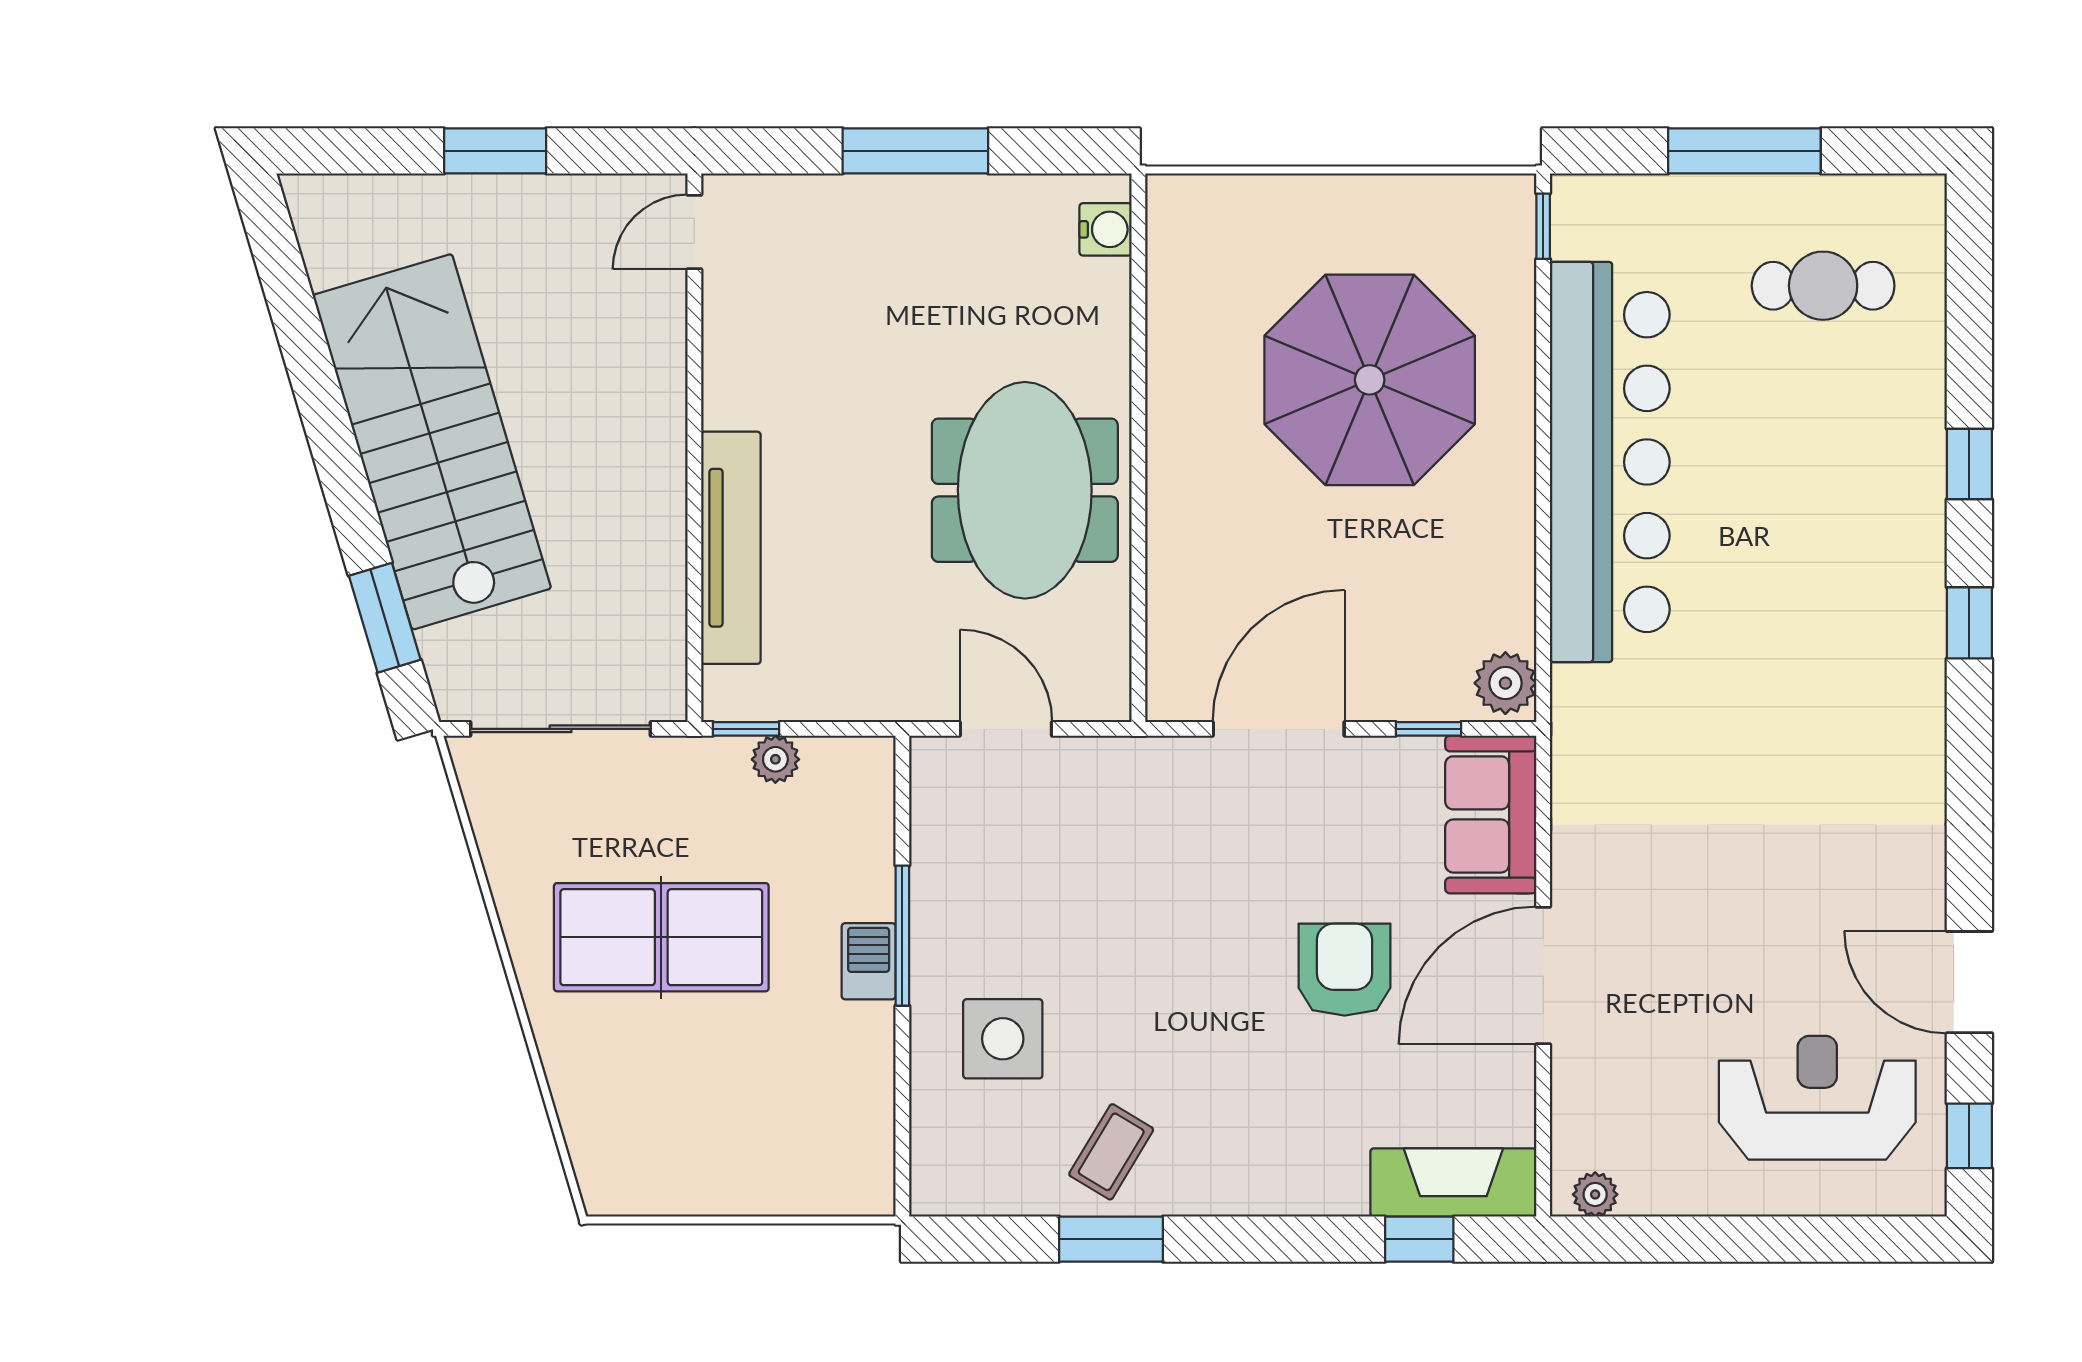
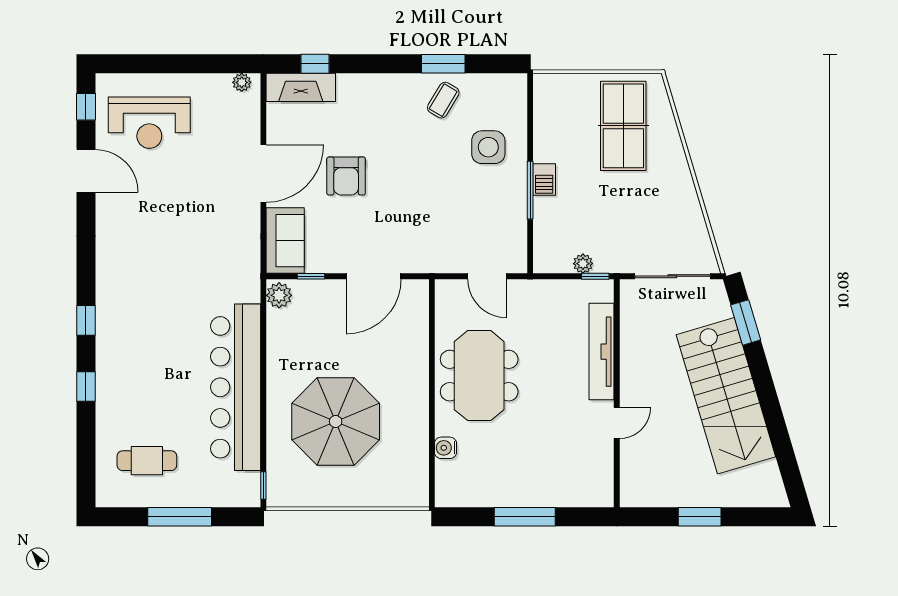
water cooler: (1106, 229) -> (446, 448), moved
door: (694, 232) -> (617, 423), moved
table tennis table: (661, 937) -> (623, 126), moved, turned 90

